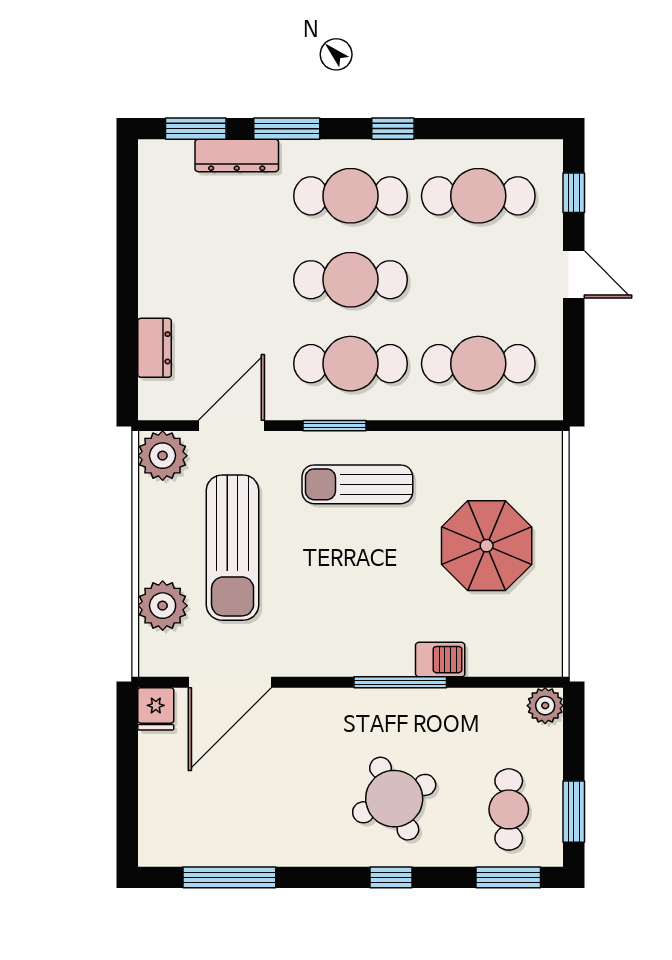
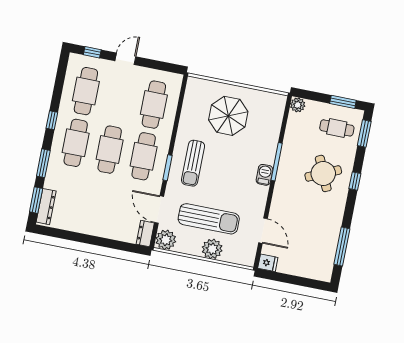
dresser: (237, 155) -> (46, 207), moved
dresser: (155, 348) -> (145, 234), moved, turned -90
plant: (163, 606) -> (212, 249), moved
barbecue: (440, 660) -> (264, 175), moved
door: (230, 682) -> (263, 231), width x0.73

